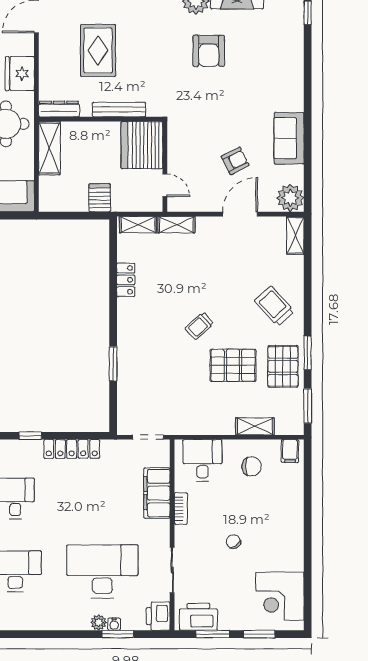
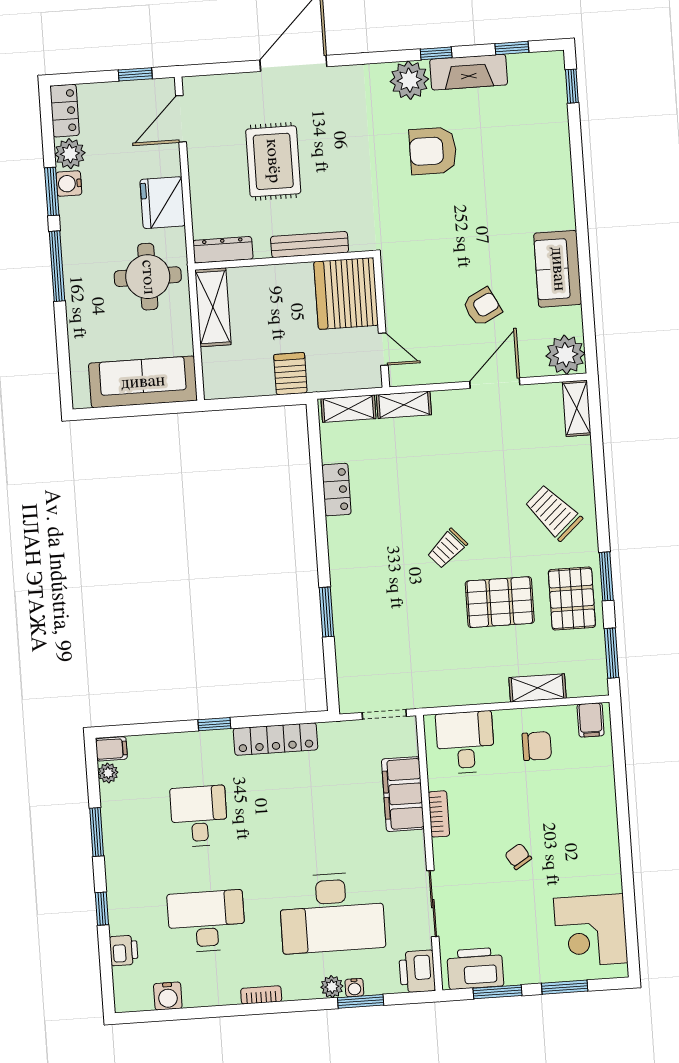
armchair: (209, 51) -> (433, 151), turned 90
desk: (102, 571) -> (332, 913), turned 180
bookcase: (49, 625) -> (261, 995), added

